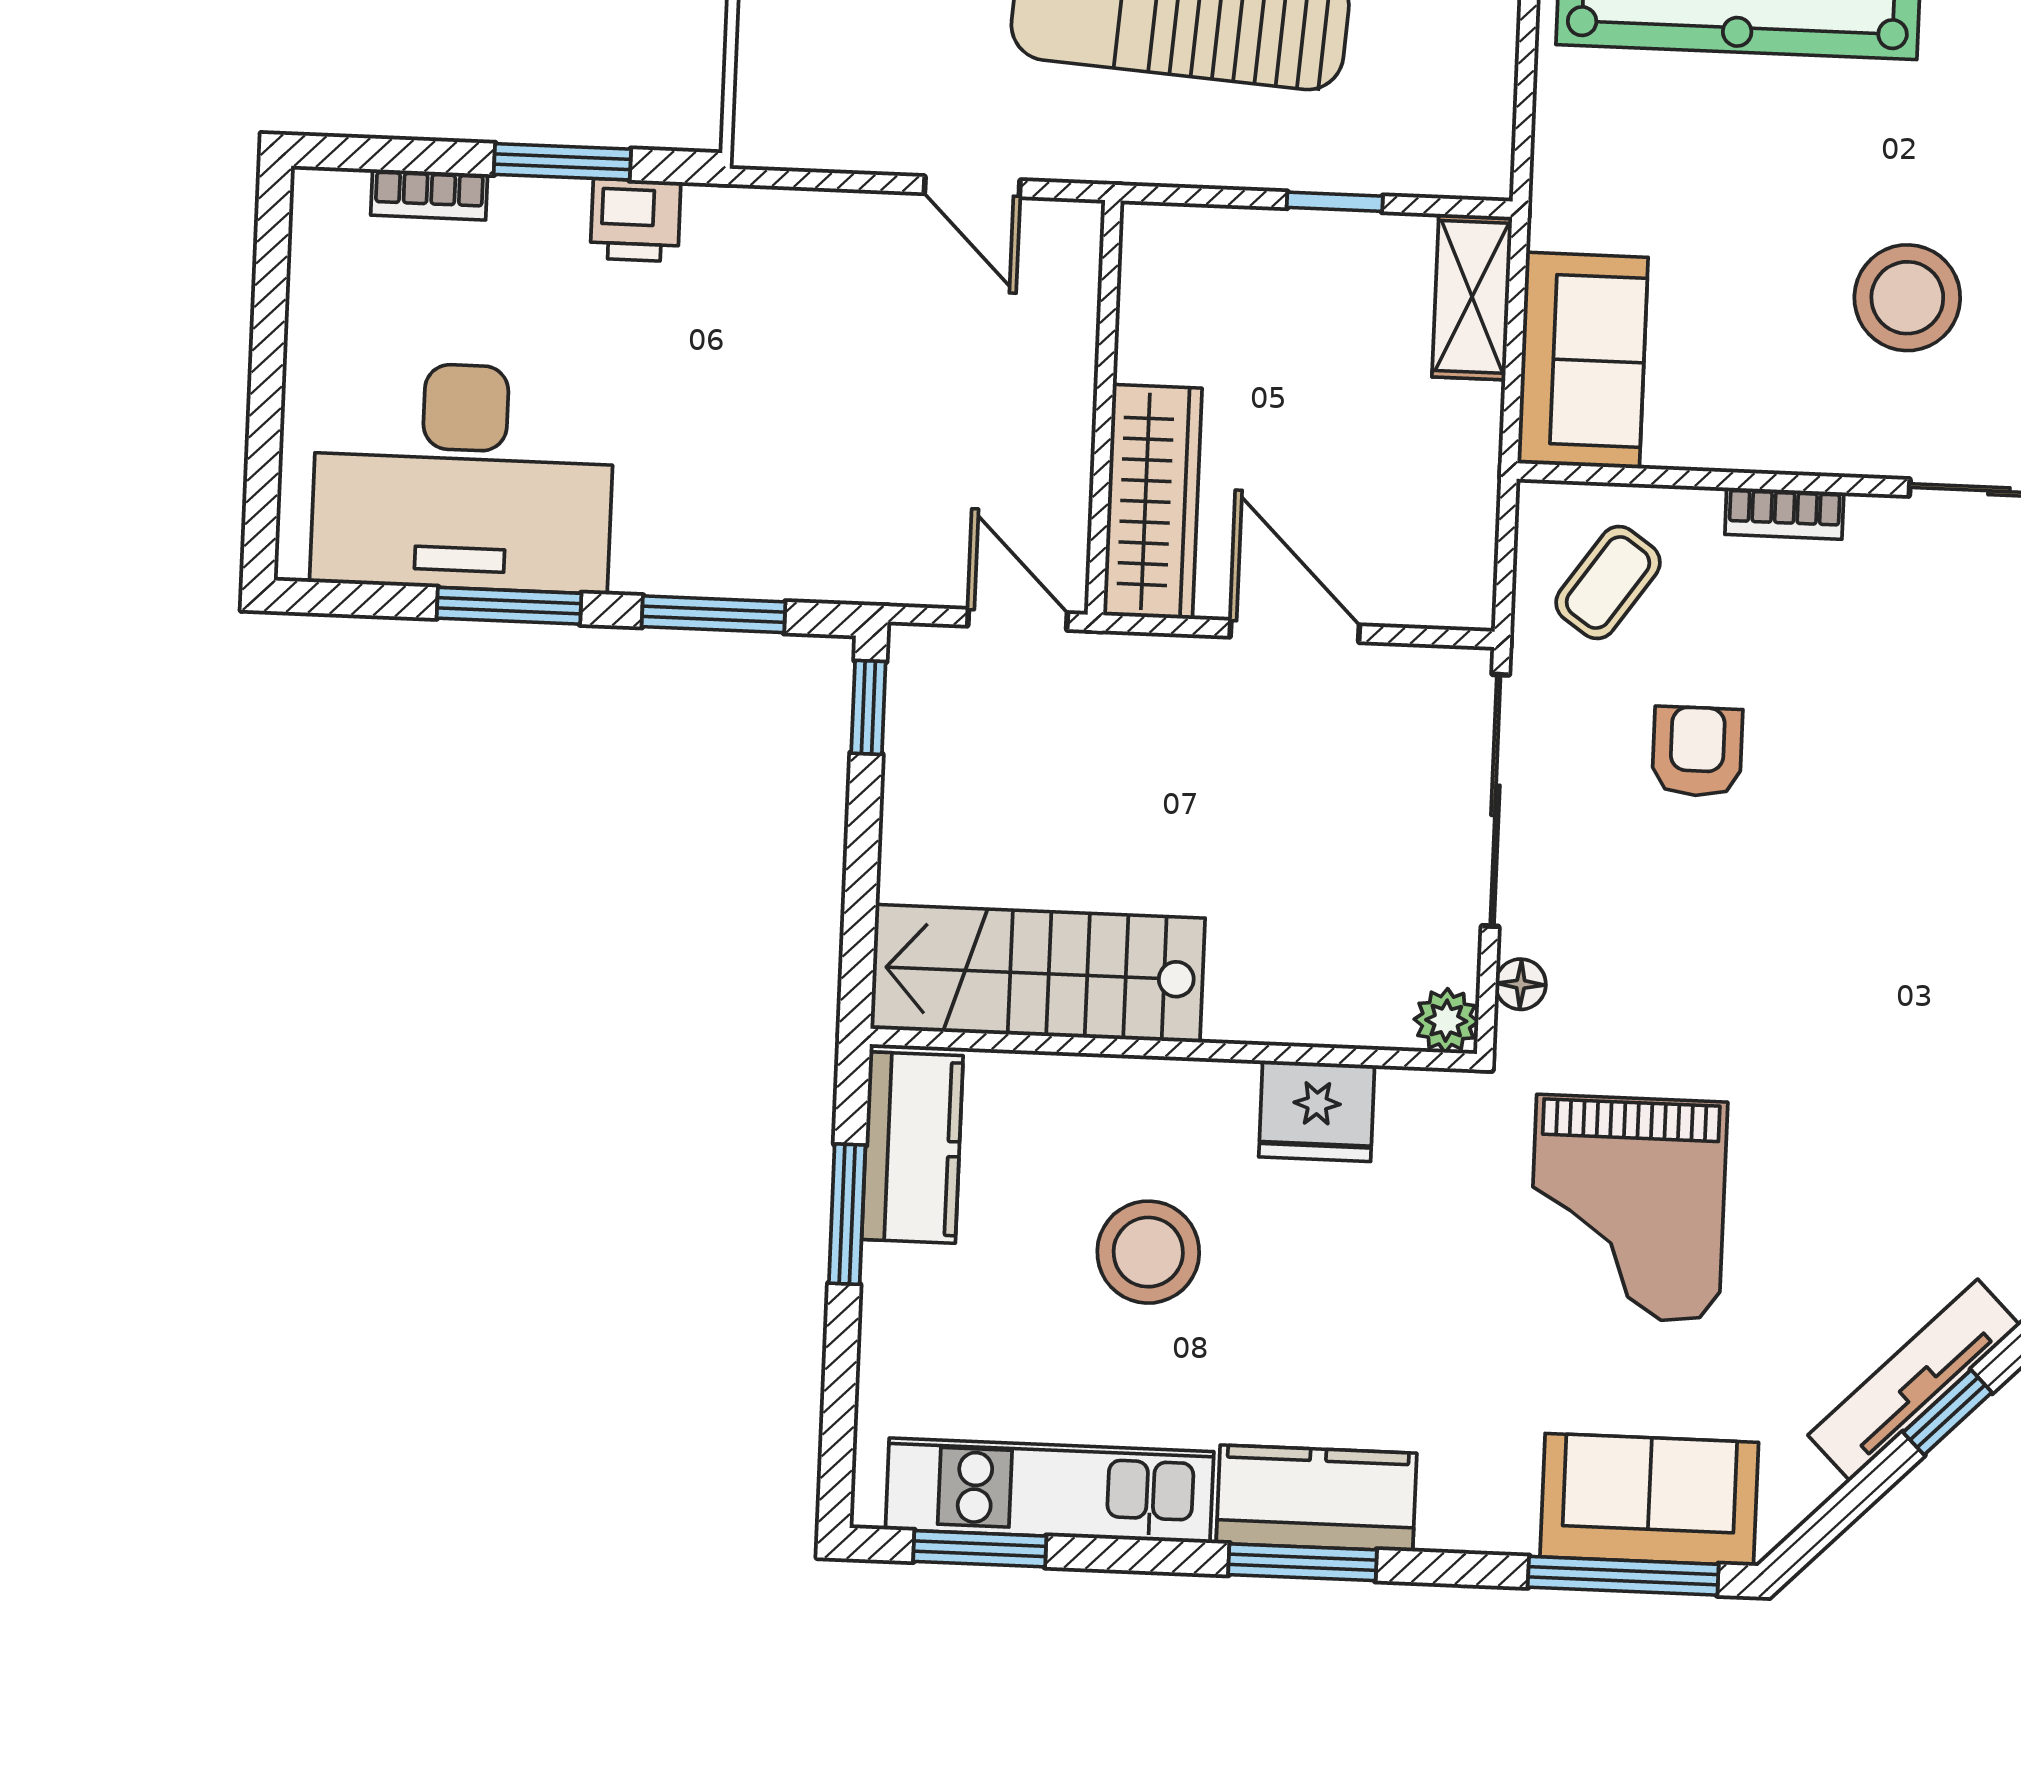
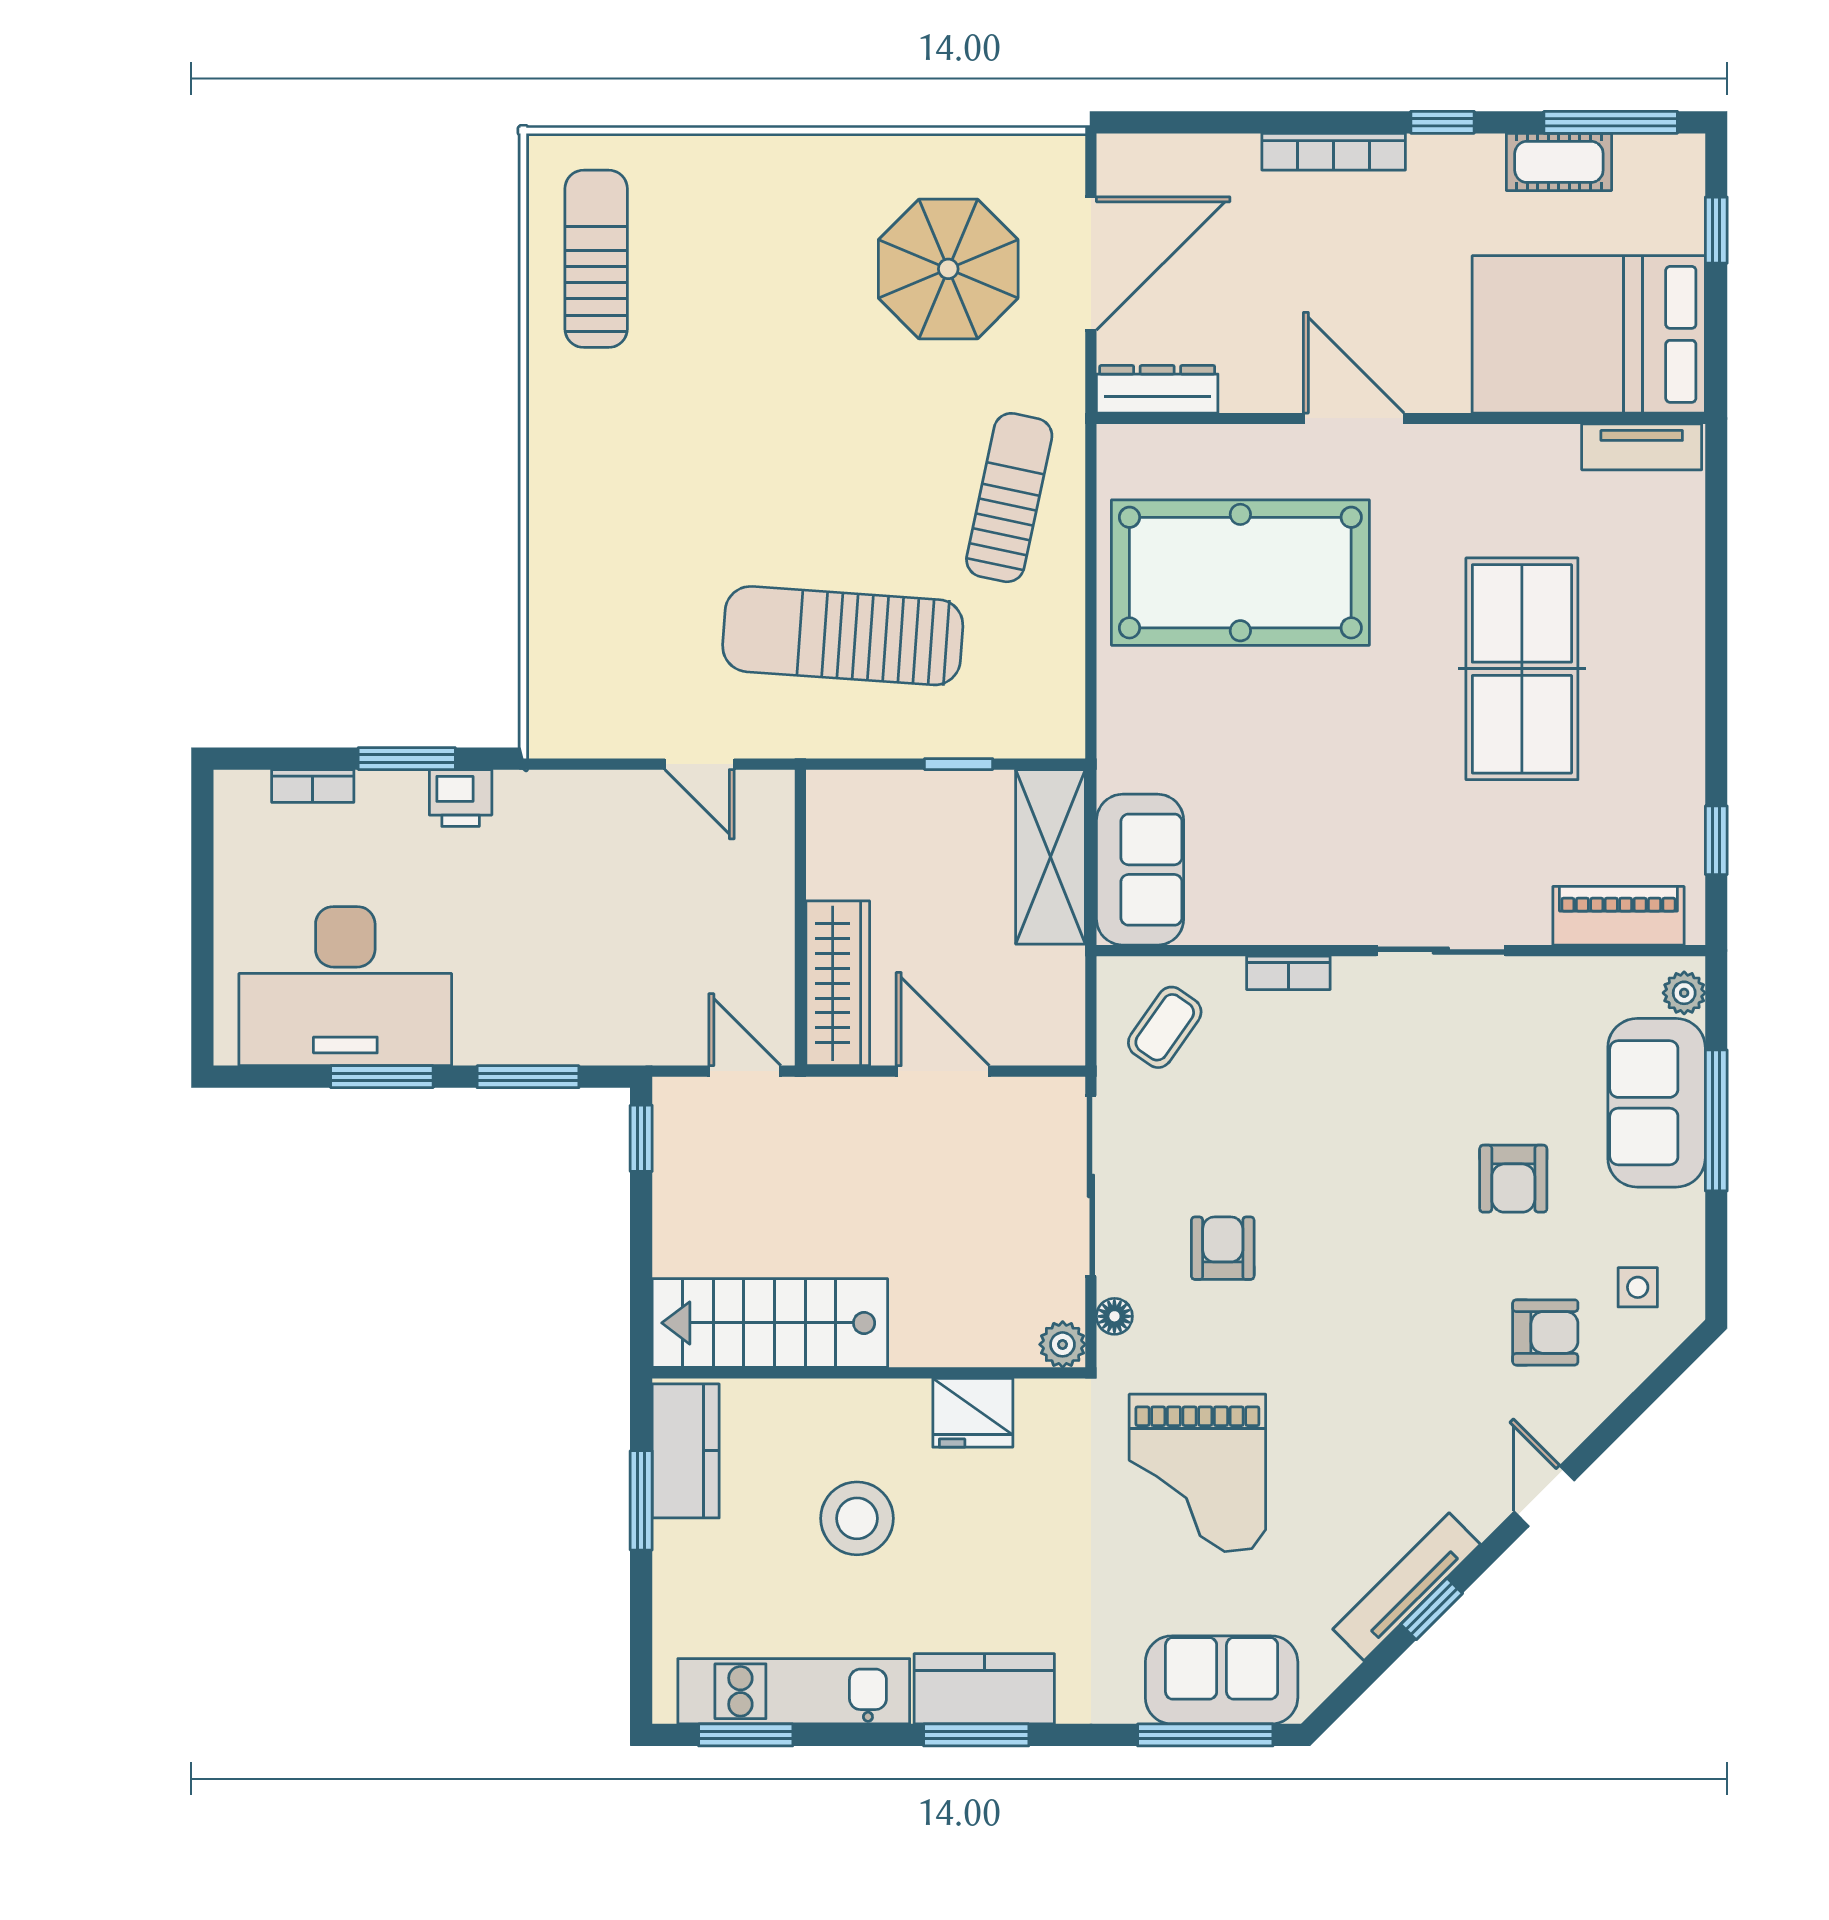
shelving: (1472, 297) -> (1051, 857), width x1.50, depth x1.33
stool: (1907, 298) -> (1370, 815), removed
armchair: (1697, 752) -> (1223, 1248), moved

